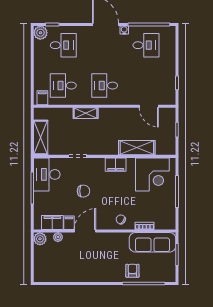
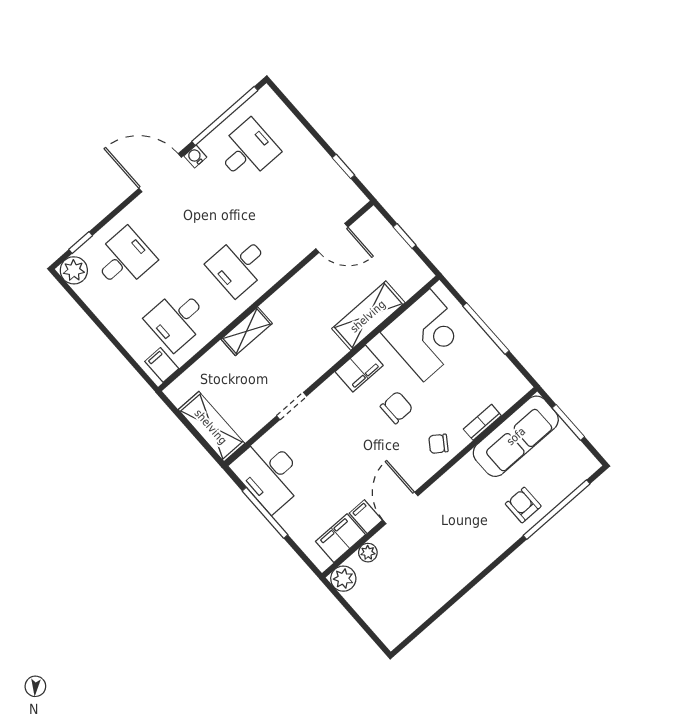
chair: (83, 191) -> (397, 407), moved

